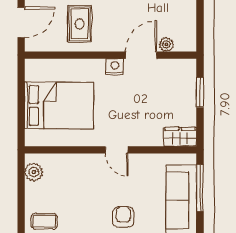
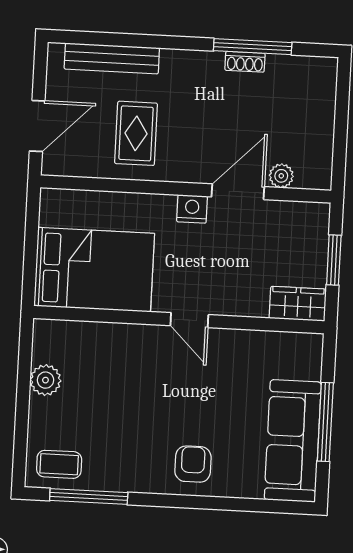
wardrobe: (180, 137) -> (298, 304), moved
wall: (111, 150) -> (179, 320), moved
door: (117, 150) -> (189, 320), moved

